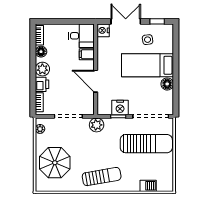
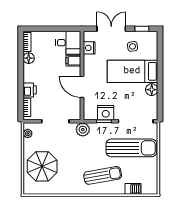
nightstand: (103, 30) -> (89, 48), moved
plant: (42, 69) -> (30, 75), removed
sun lounger: (102, 177) -> (103, 175), moved

